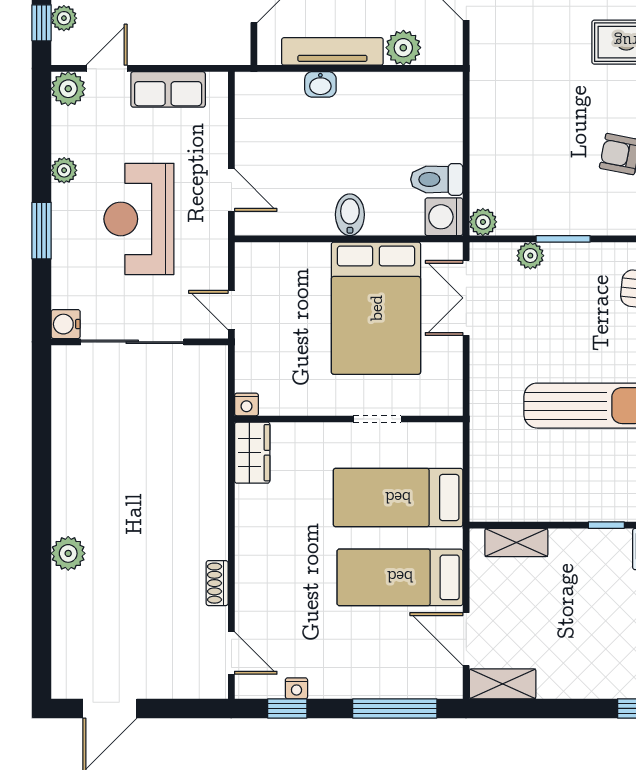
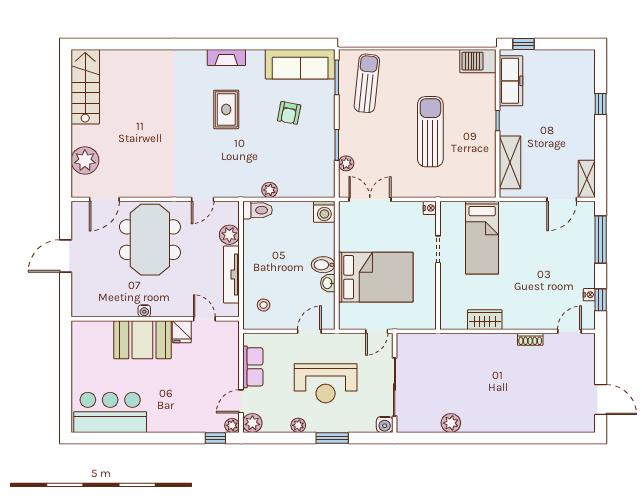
plant: (64, 18) -> (232, 425), moved
door: (107, 68) -> (241, 401), hinge flipped
washbasin: (320, 84) -> (328, 283), moved, turned 180
stool: (278, 109) -> (264, 305), added
toilet: (437, 179) -> (257, 210), moved, turned -90
plant: (483, 222) -> (269, 190), moved
double door: (466, 298) -> (370, 199), swing flipped
bed: (376, 308) -> (376, 277), moved
nightstand: (246, 404) -> (430, 208), moved
wardrobe: (252, 453) -> (485, 320), moved
shelving: (516, 543) -> (510, 162), width x1.50, depth x1.33
plant: (68, 553) -> (451, 423), moved
bed: (400, 577) -> (527, 237), removed

